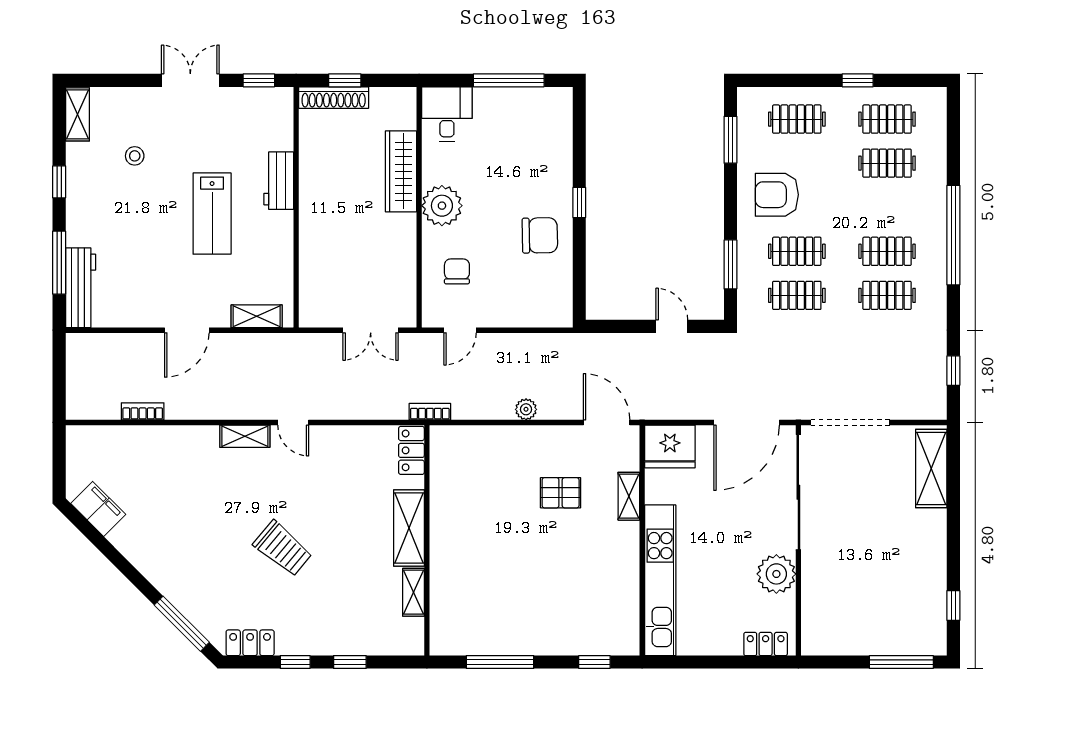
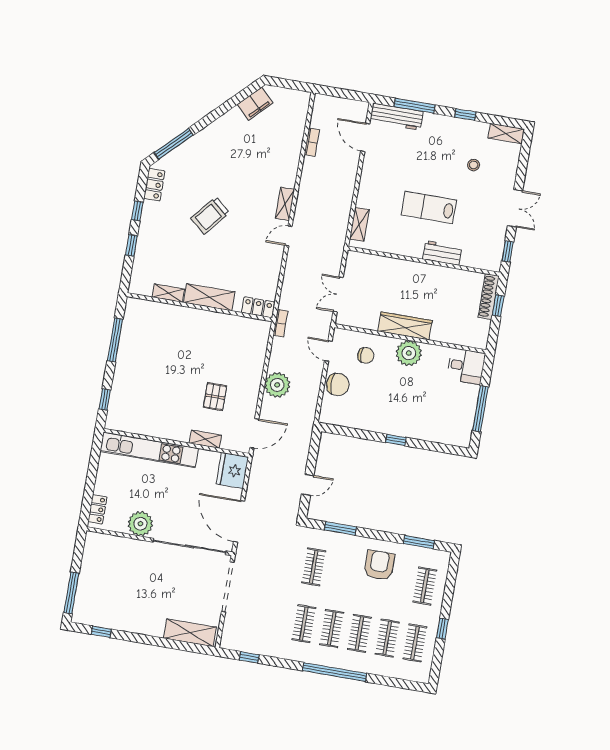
wardrobe: (401, 171) -> (405, 326), moved
chair: (540, 235) -> (338, 384), moved, turned -89
clothes rail: (797, 251) -> (359, 633), moved
door: (187, 330) -> (365, 137), moved
plant: (526, 409) -> (277, 385), width x1.87, depth x1.87

